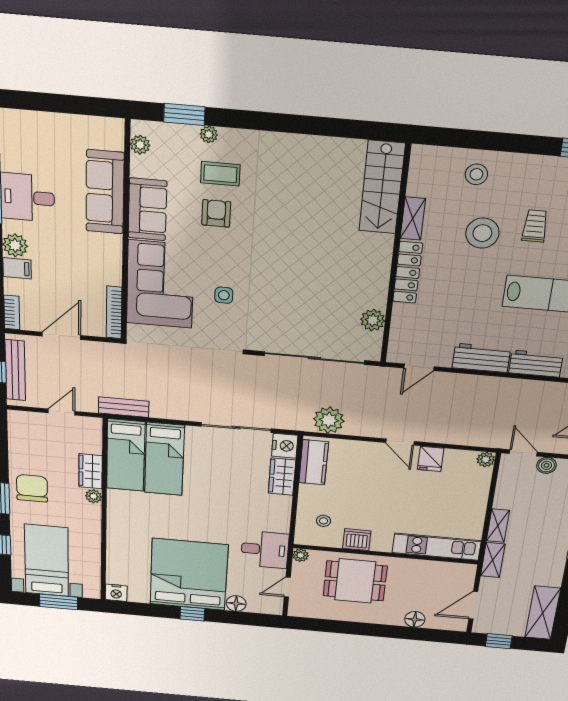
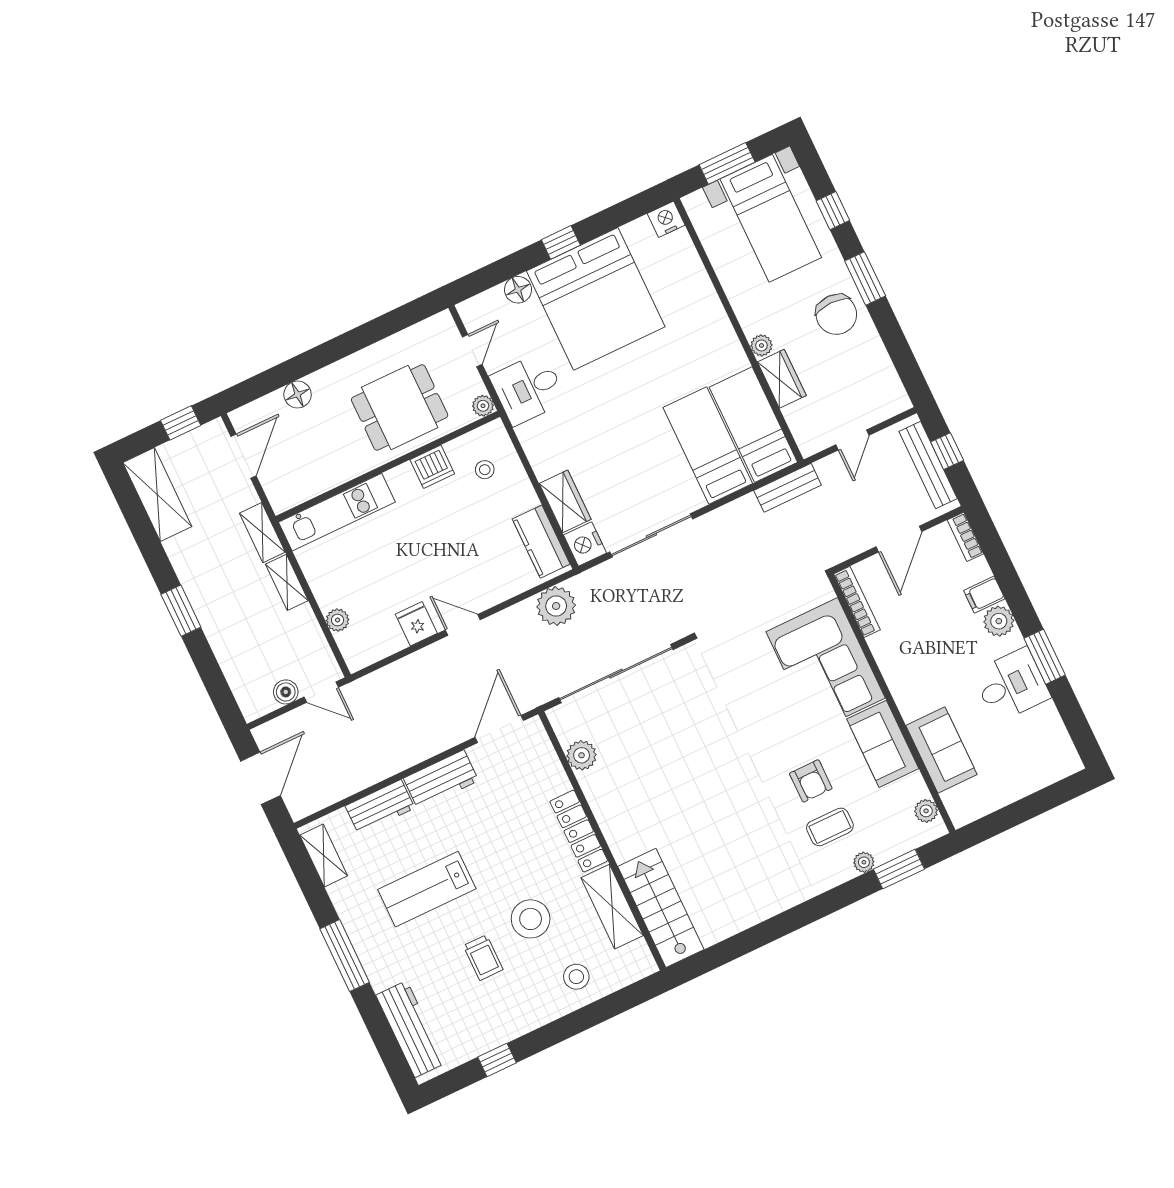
sofa: (105, 192) -> (941, 750), width x0.73
shelving: (413, 218) -> (612, 907), width x1.50, depth x1.33
side table: (224, 295) -> (753, 692), removed
door: (419, 367) -> (499, 729), width x1.38
plant: (486, 460) -> (338, 620), moved

